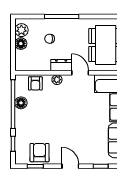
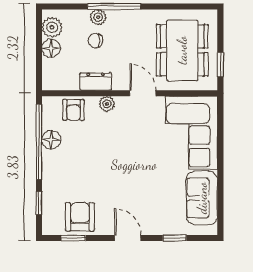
plant: (51, 24) -> (98, 17), added
dresser: (61, 65) -> (95, 81), moved

